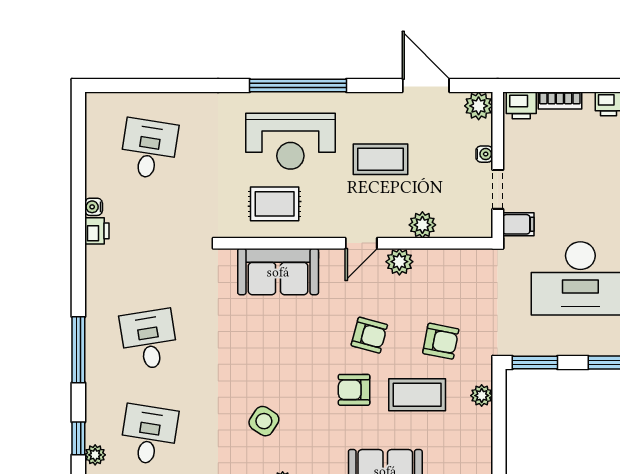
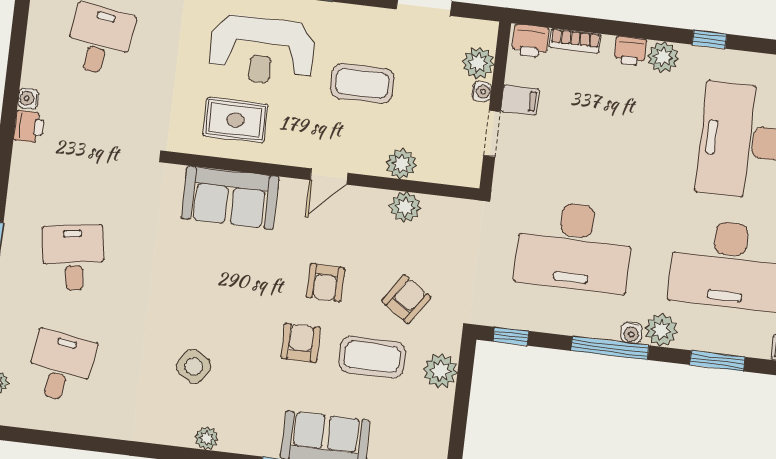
plant: (479, 106) -> (478, 63), moved
filing cabinet: (518, 224) -> (520, 100), moved
plant: (399, 262) -> (405, 207), moved
armchair: (369, 335) -> (326, 283), turned 76
armchair: (441, 341) -> (406, 299), turned -67
window: (535, 362) -> (511, 336), width x0.67
armchair: (354, 390) -> (301, 343), turned 90
plant: (482, 396) -> (440, 371), width x1.38, depth x1.38

